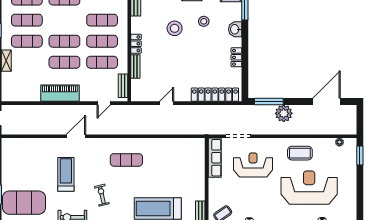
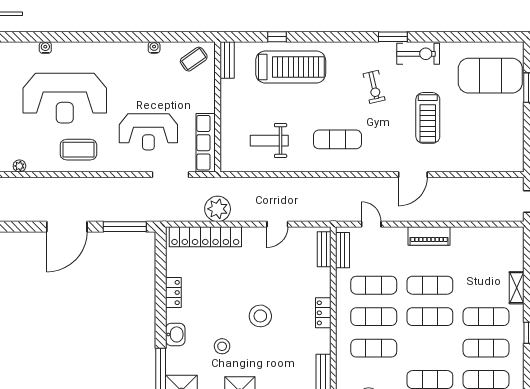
stool: (175, 28) -> (260, 316), moved
bench: (135, 67) -> (324, 249), moved
piano: (60, 93) -> (429, 236), width x0.73, depth x0.75
door: (327, 101) -> (67, 227), moved
door: (104, 103) -> (371, 224), hinge flipped
plant: (284, 113) -> (218, 209), moved
weight bench: (172, 159) -> (269, 141), added

